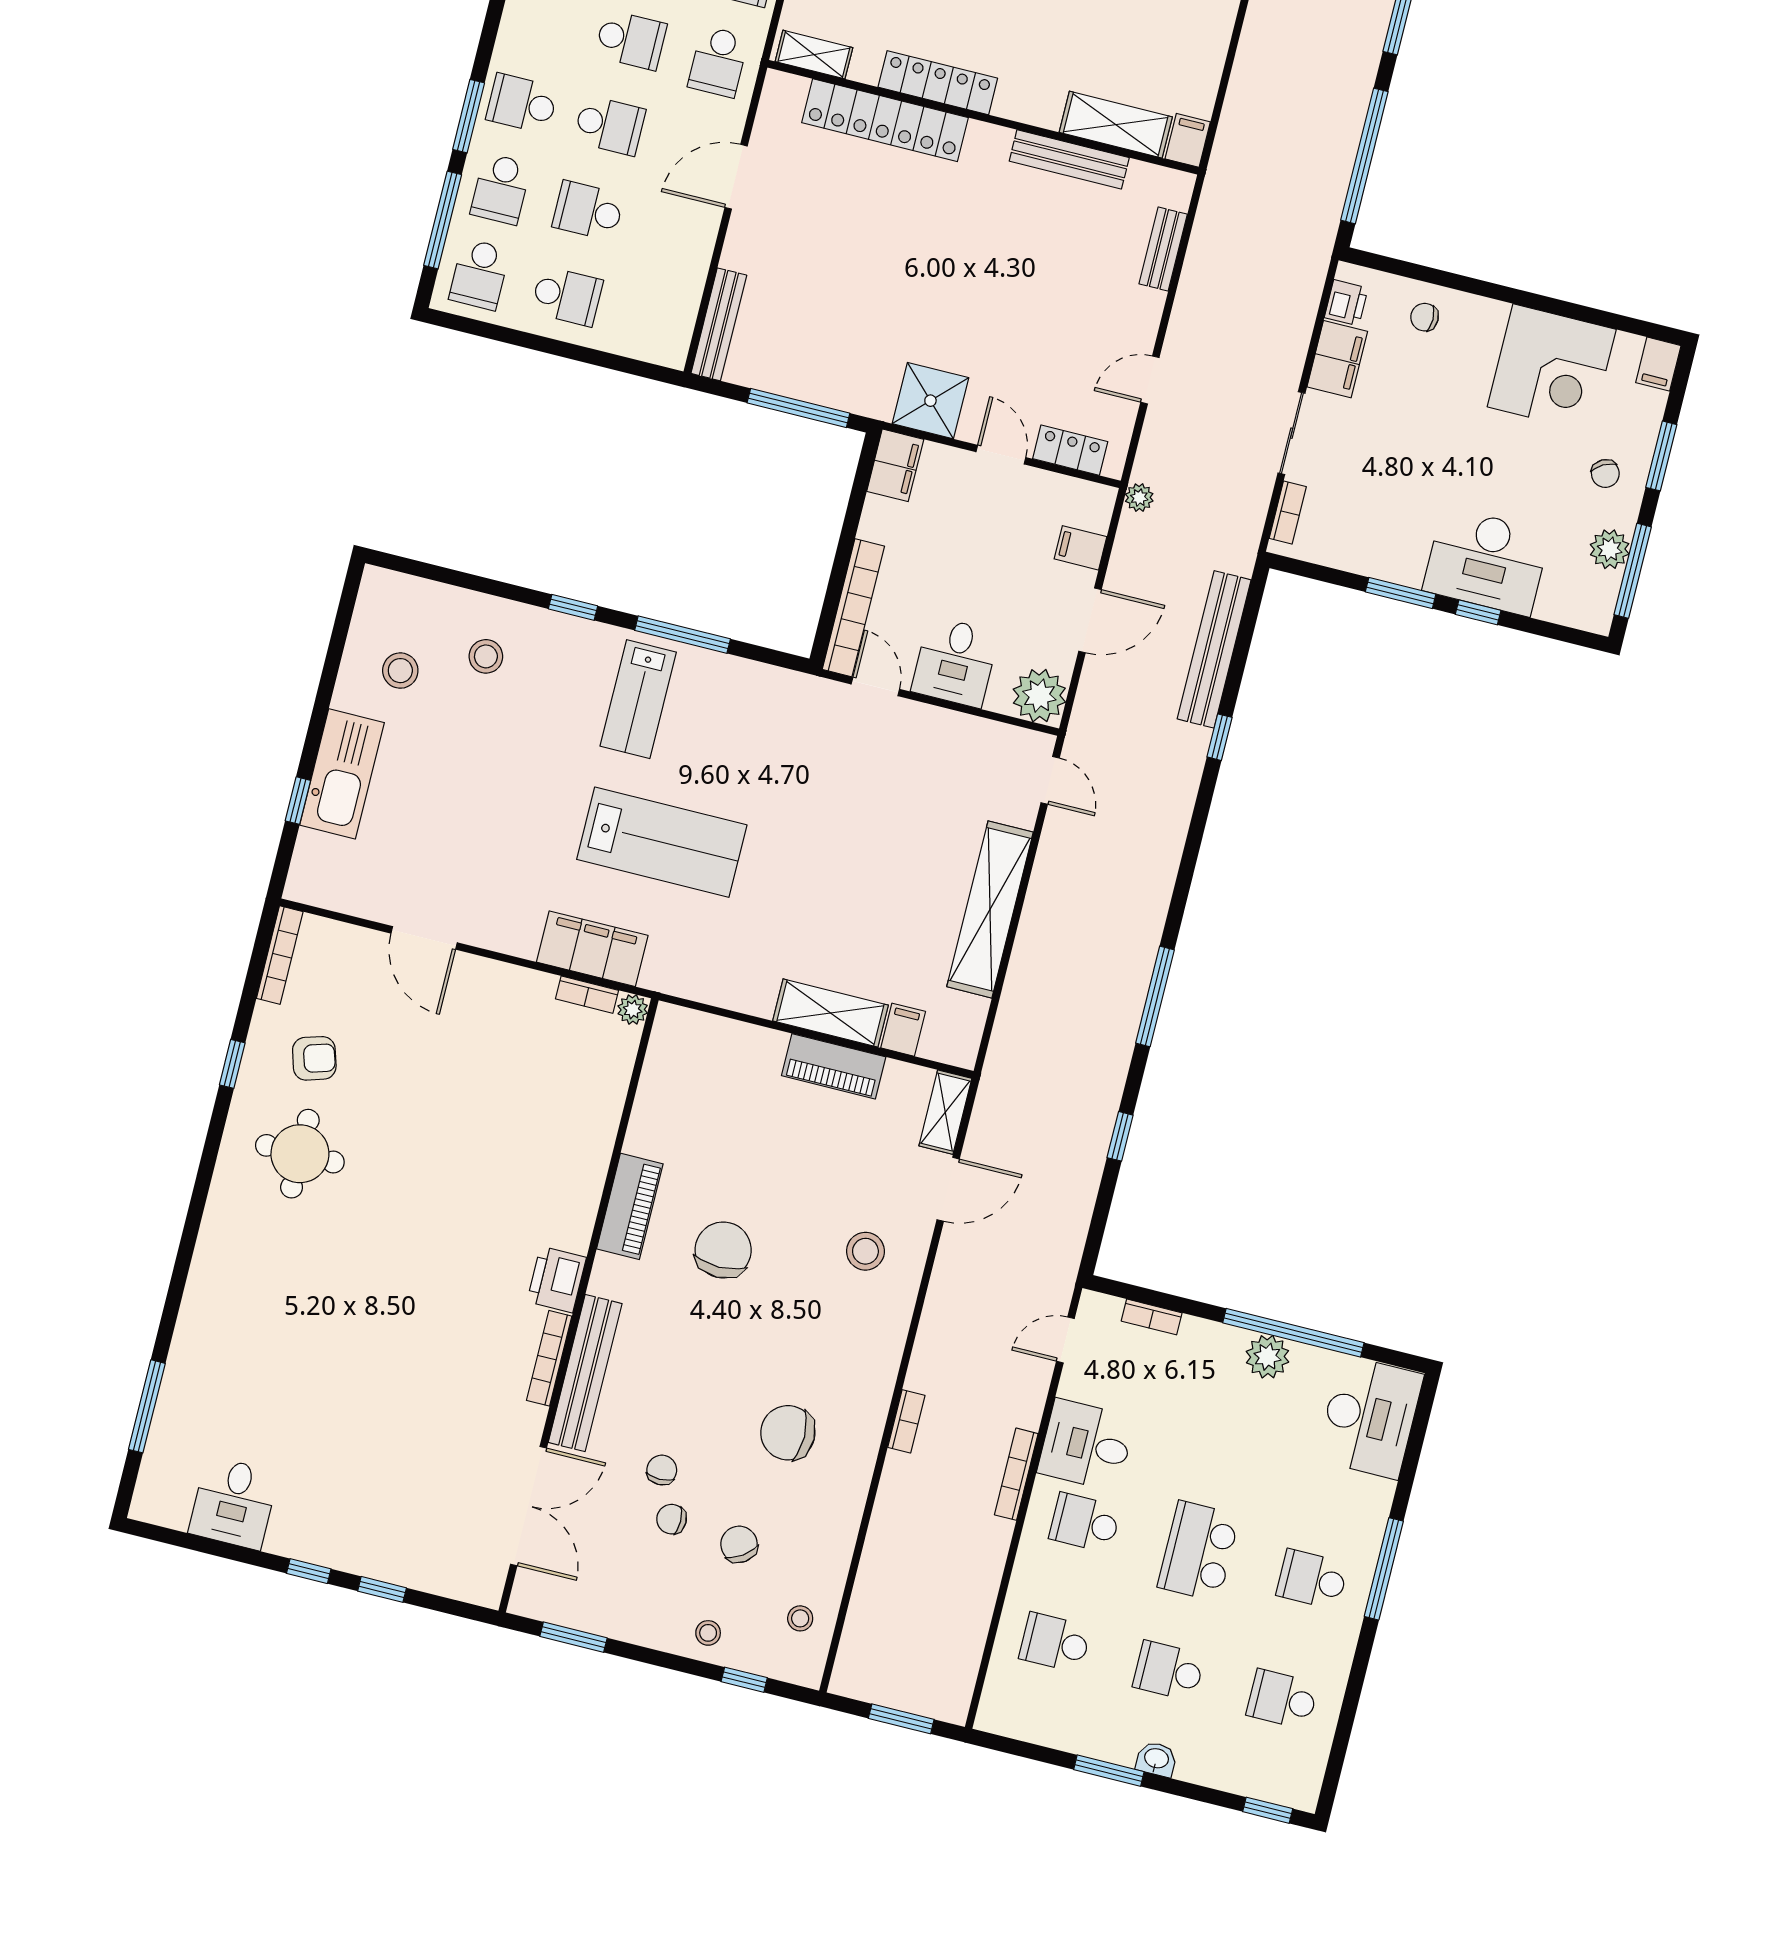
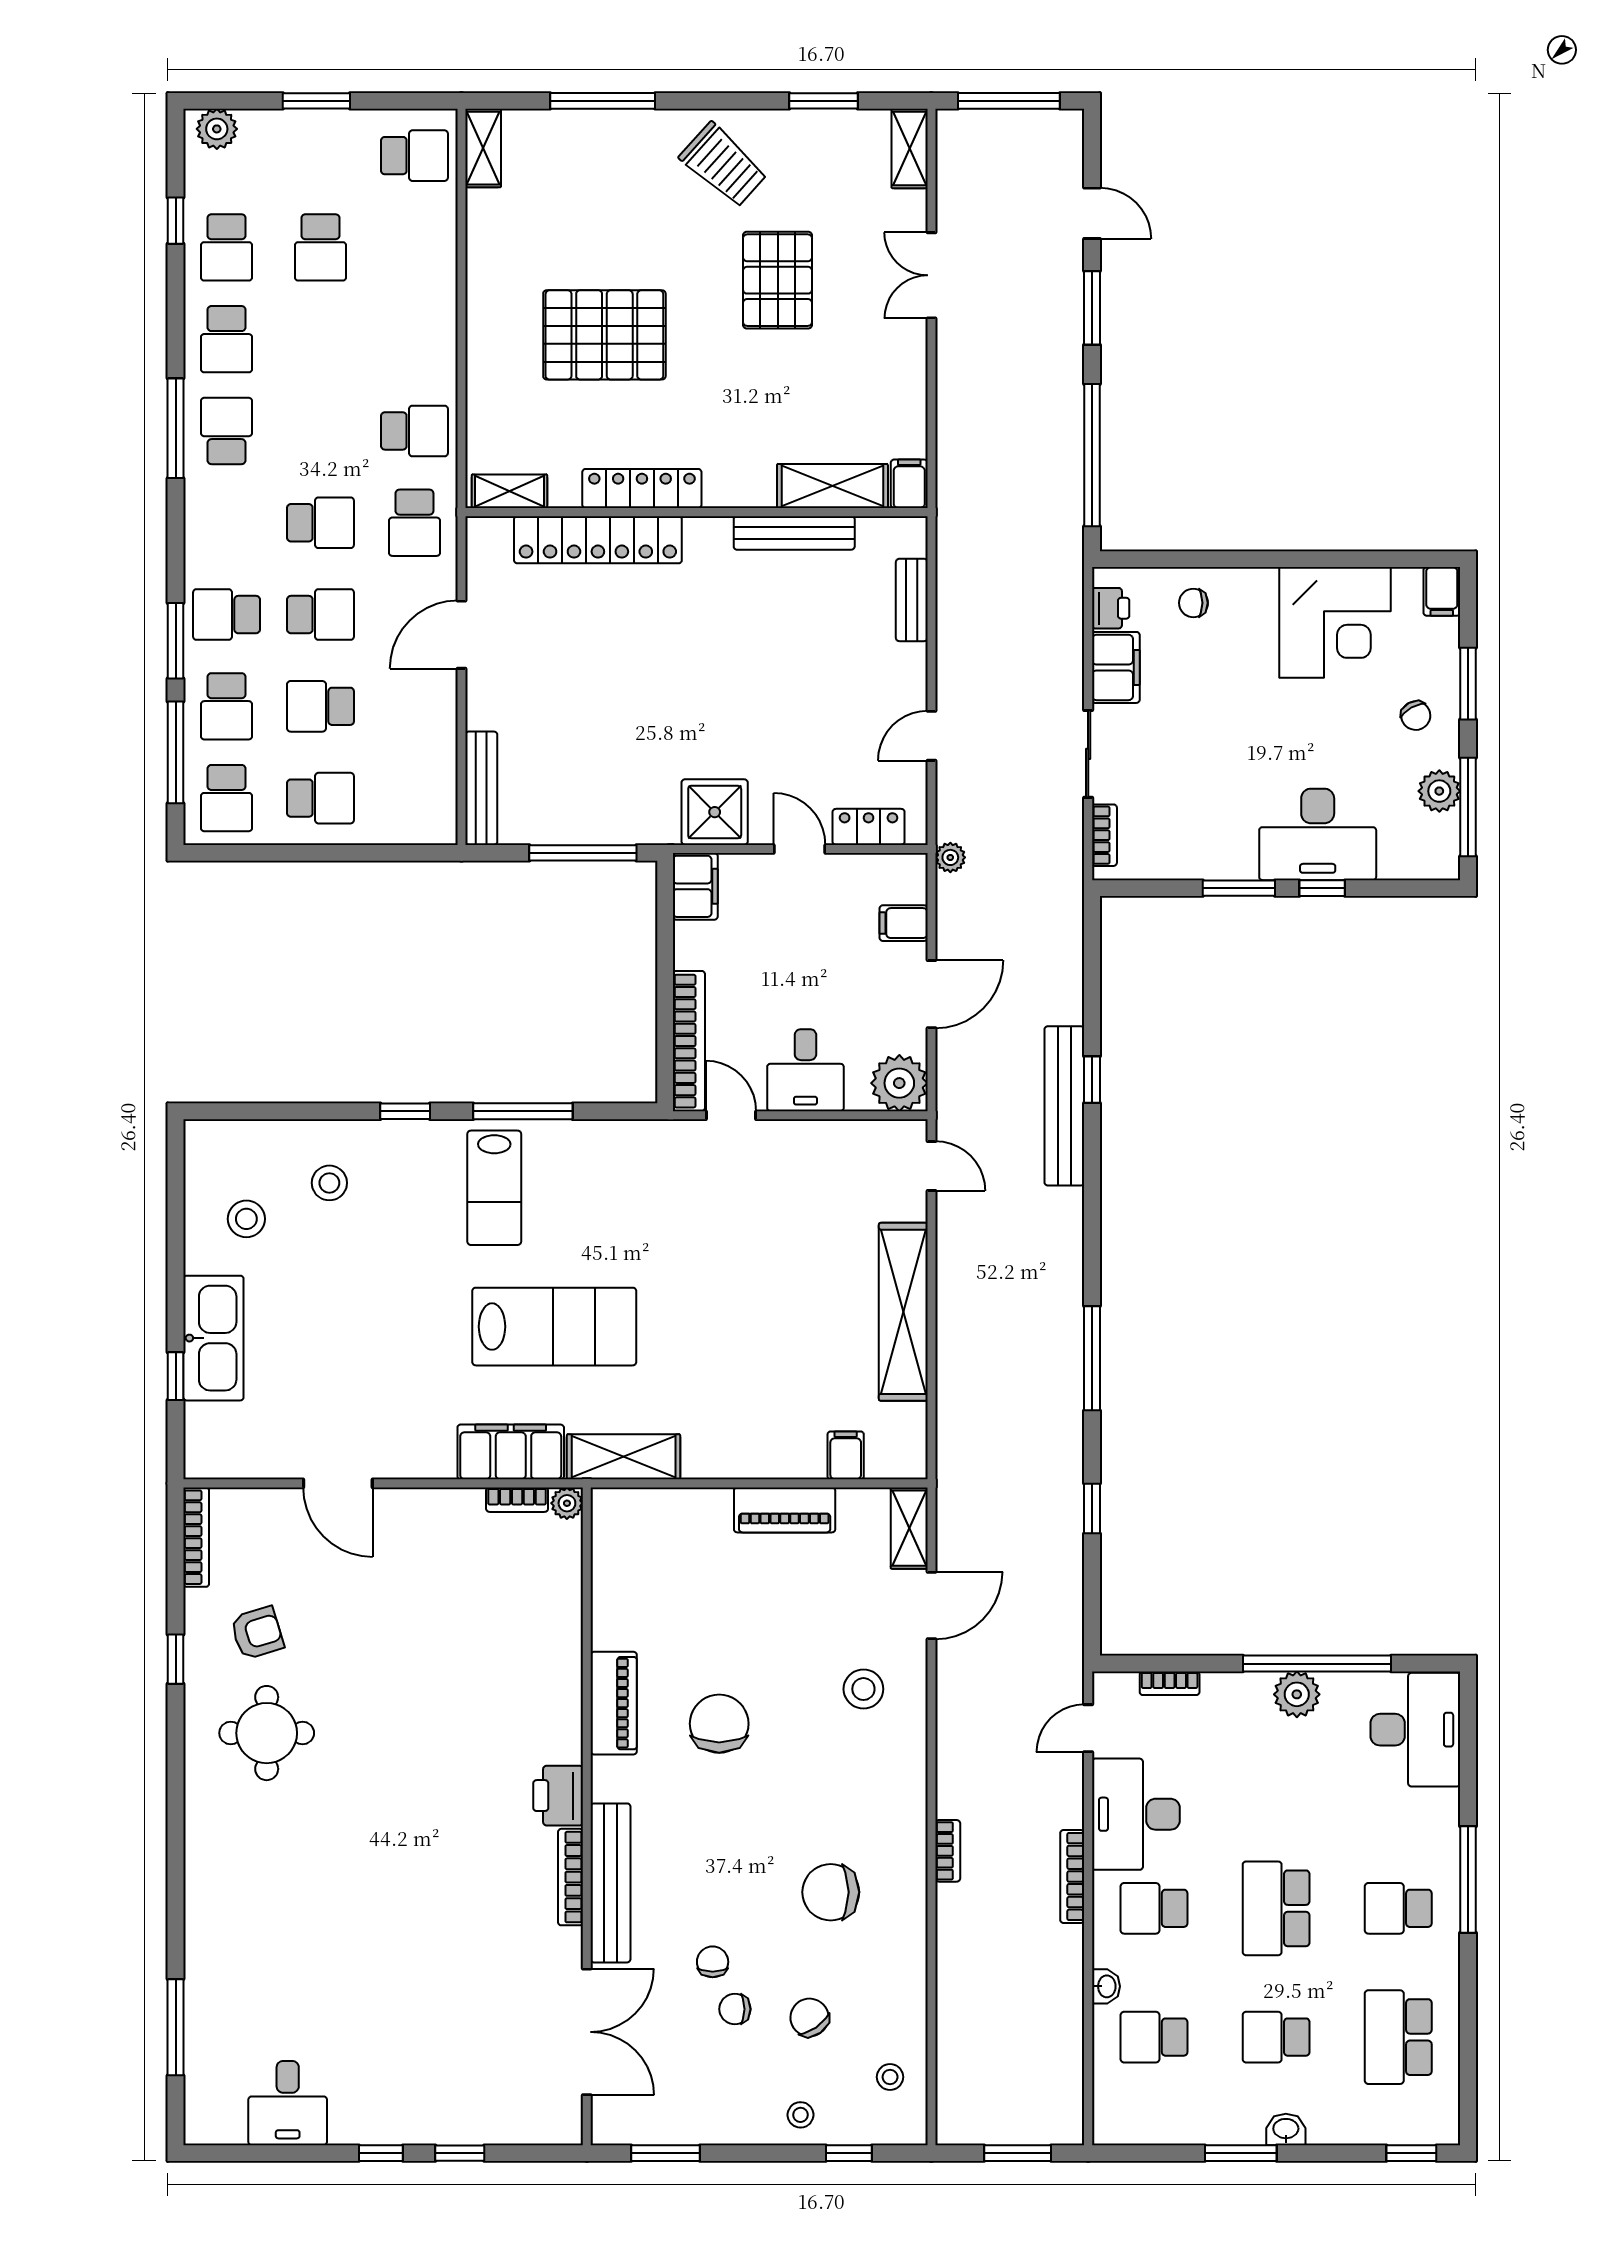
bench: (1214, 649) -> (1064, 1106), moved
shelving: (830, 1013) -> (624, 1457), moved
desk: (1086, 1445) -> (1136, 1814), width x1.37
washbasin: (1022, 1584) -> (1106, 1986), added
school desk: (1282, 1699) -> (1398, 2037), width x1.85

